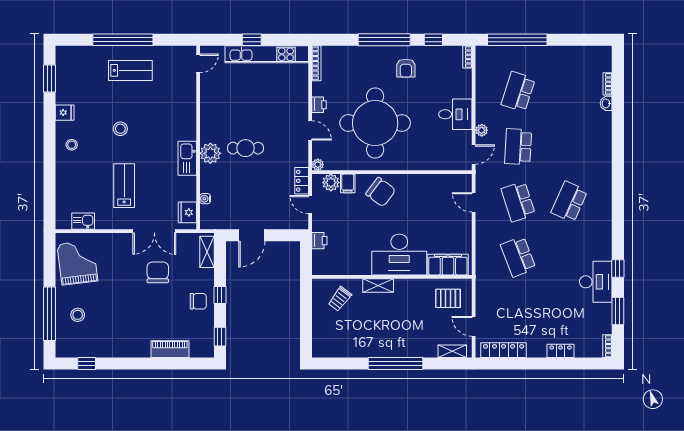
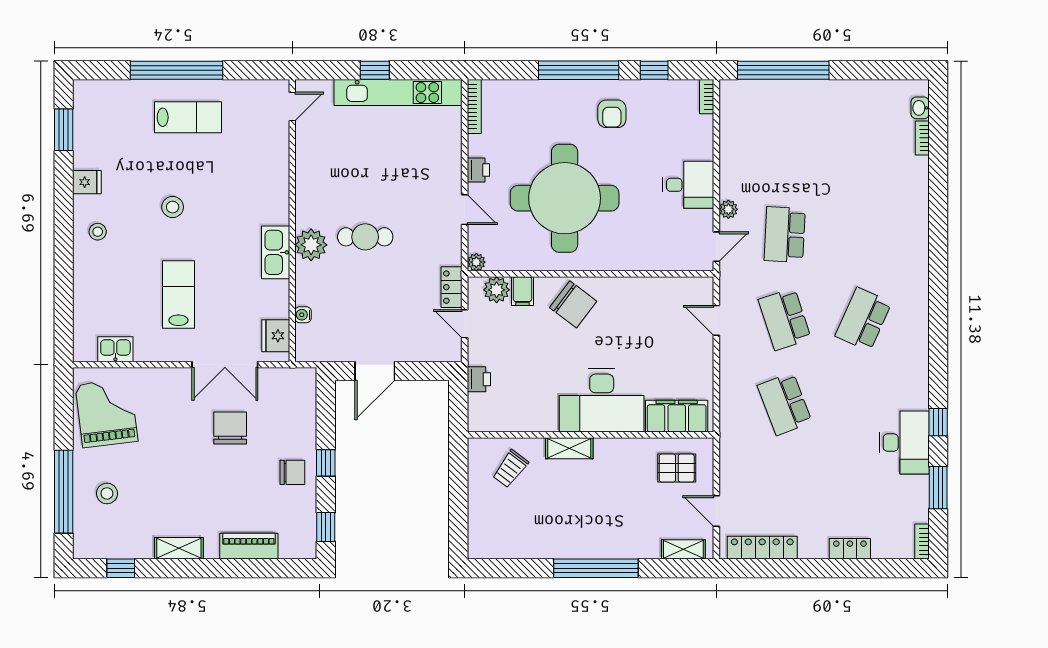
school desk: (518, 92) -> (785, 150), removed
washbasin: (606, 103) -> (920, 108), moved
shelving: (207, 252) -> (179, 548), moved, turned 90

